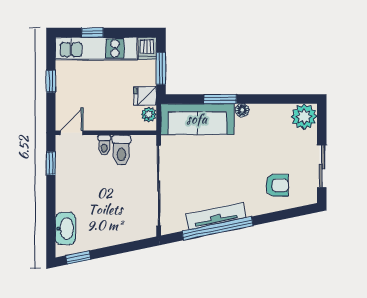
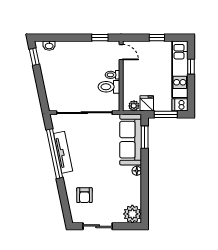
window: (220, 99) -> (145, 137), moved
washbasin: (65, 229) -> (49, 46), width x0.52, depth x0.69

